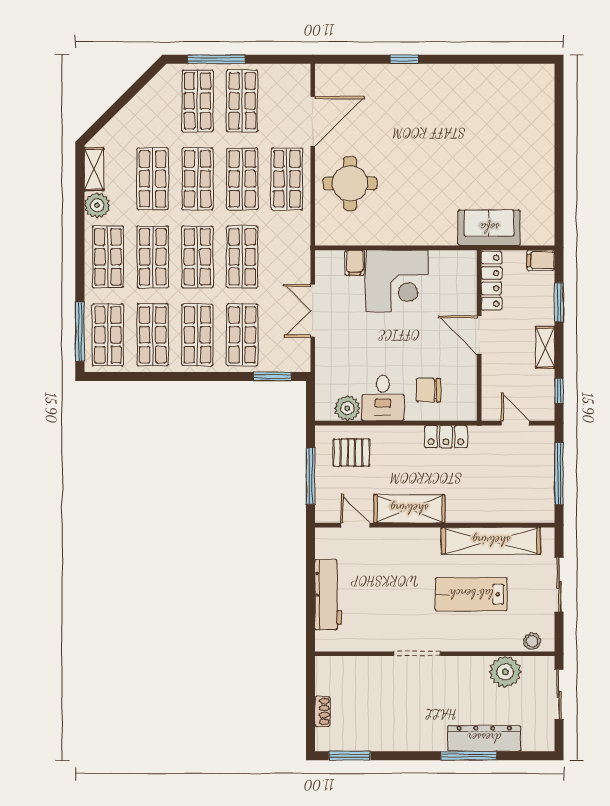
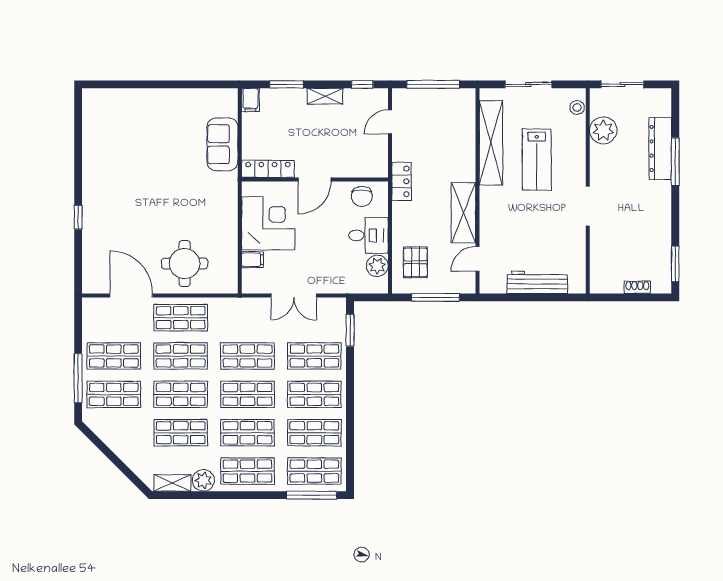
locker: (492, 281) -> (268, 169), moved
door: (479, 335) -> (314, 179), moved
wall: (479, 335) -> (315, 179), moved

